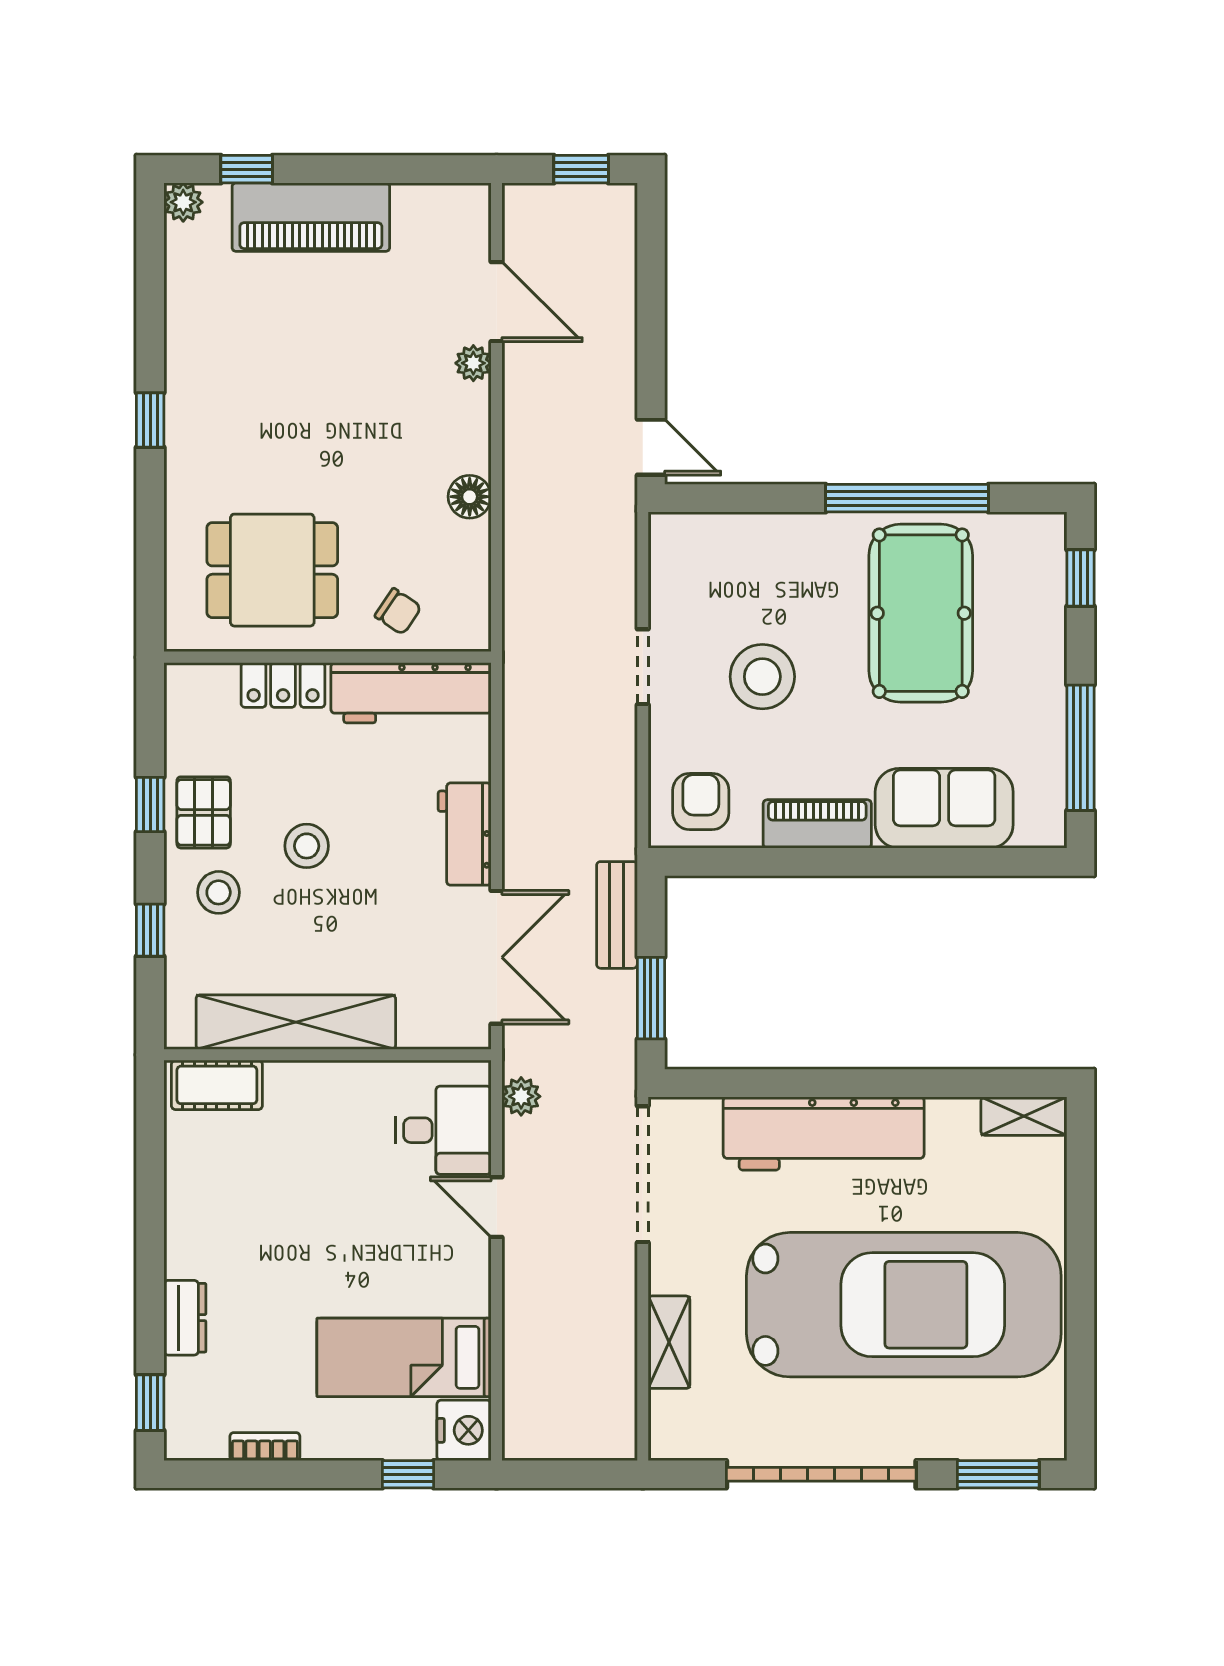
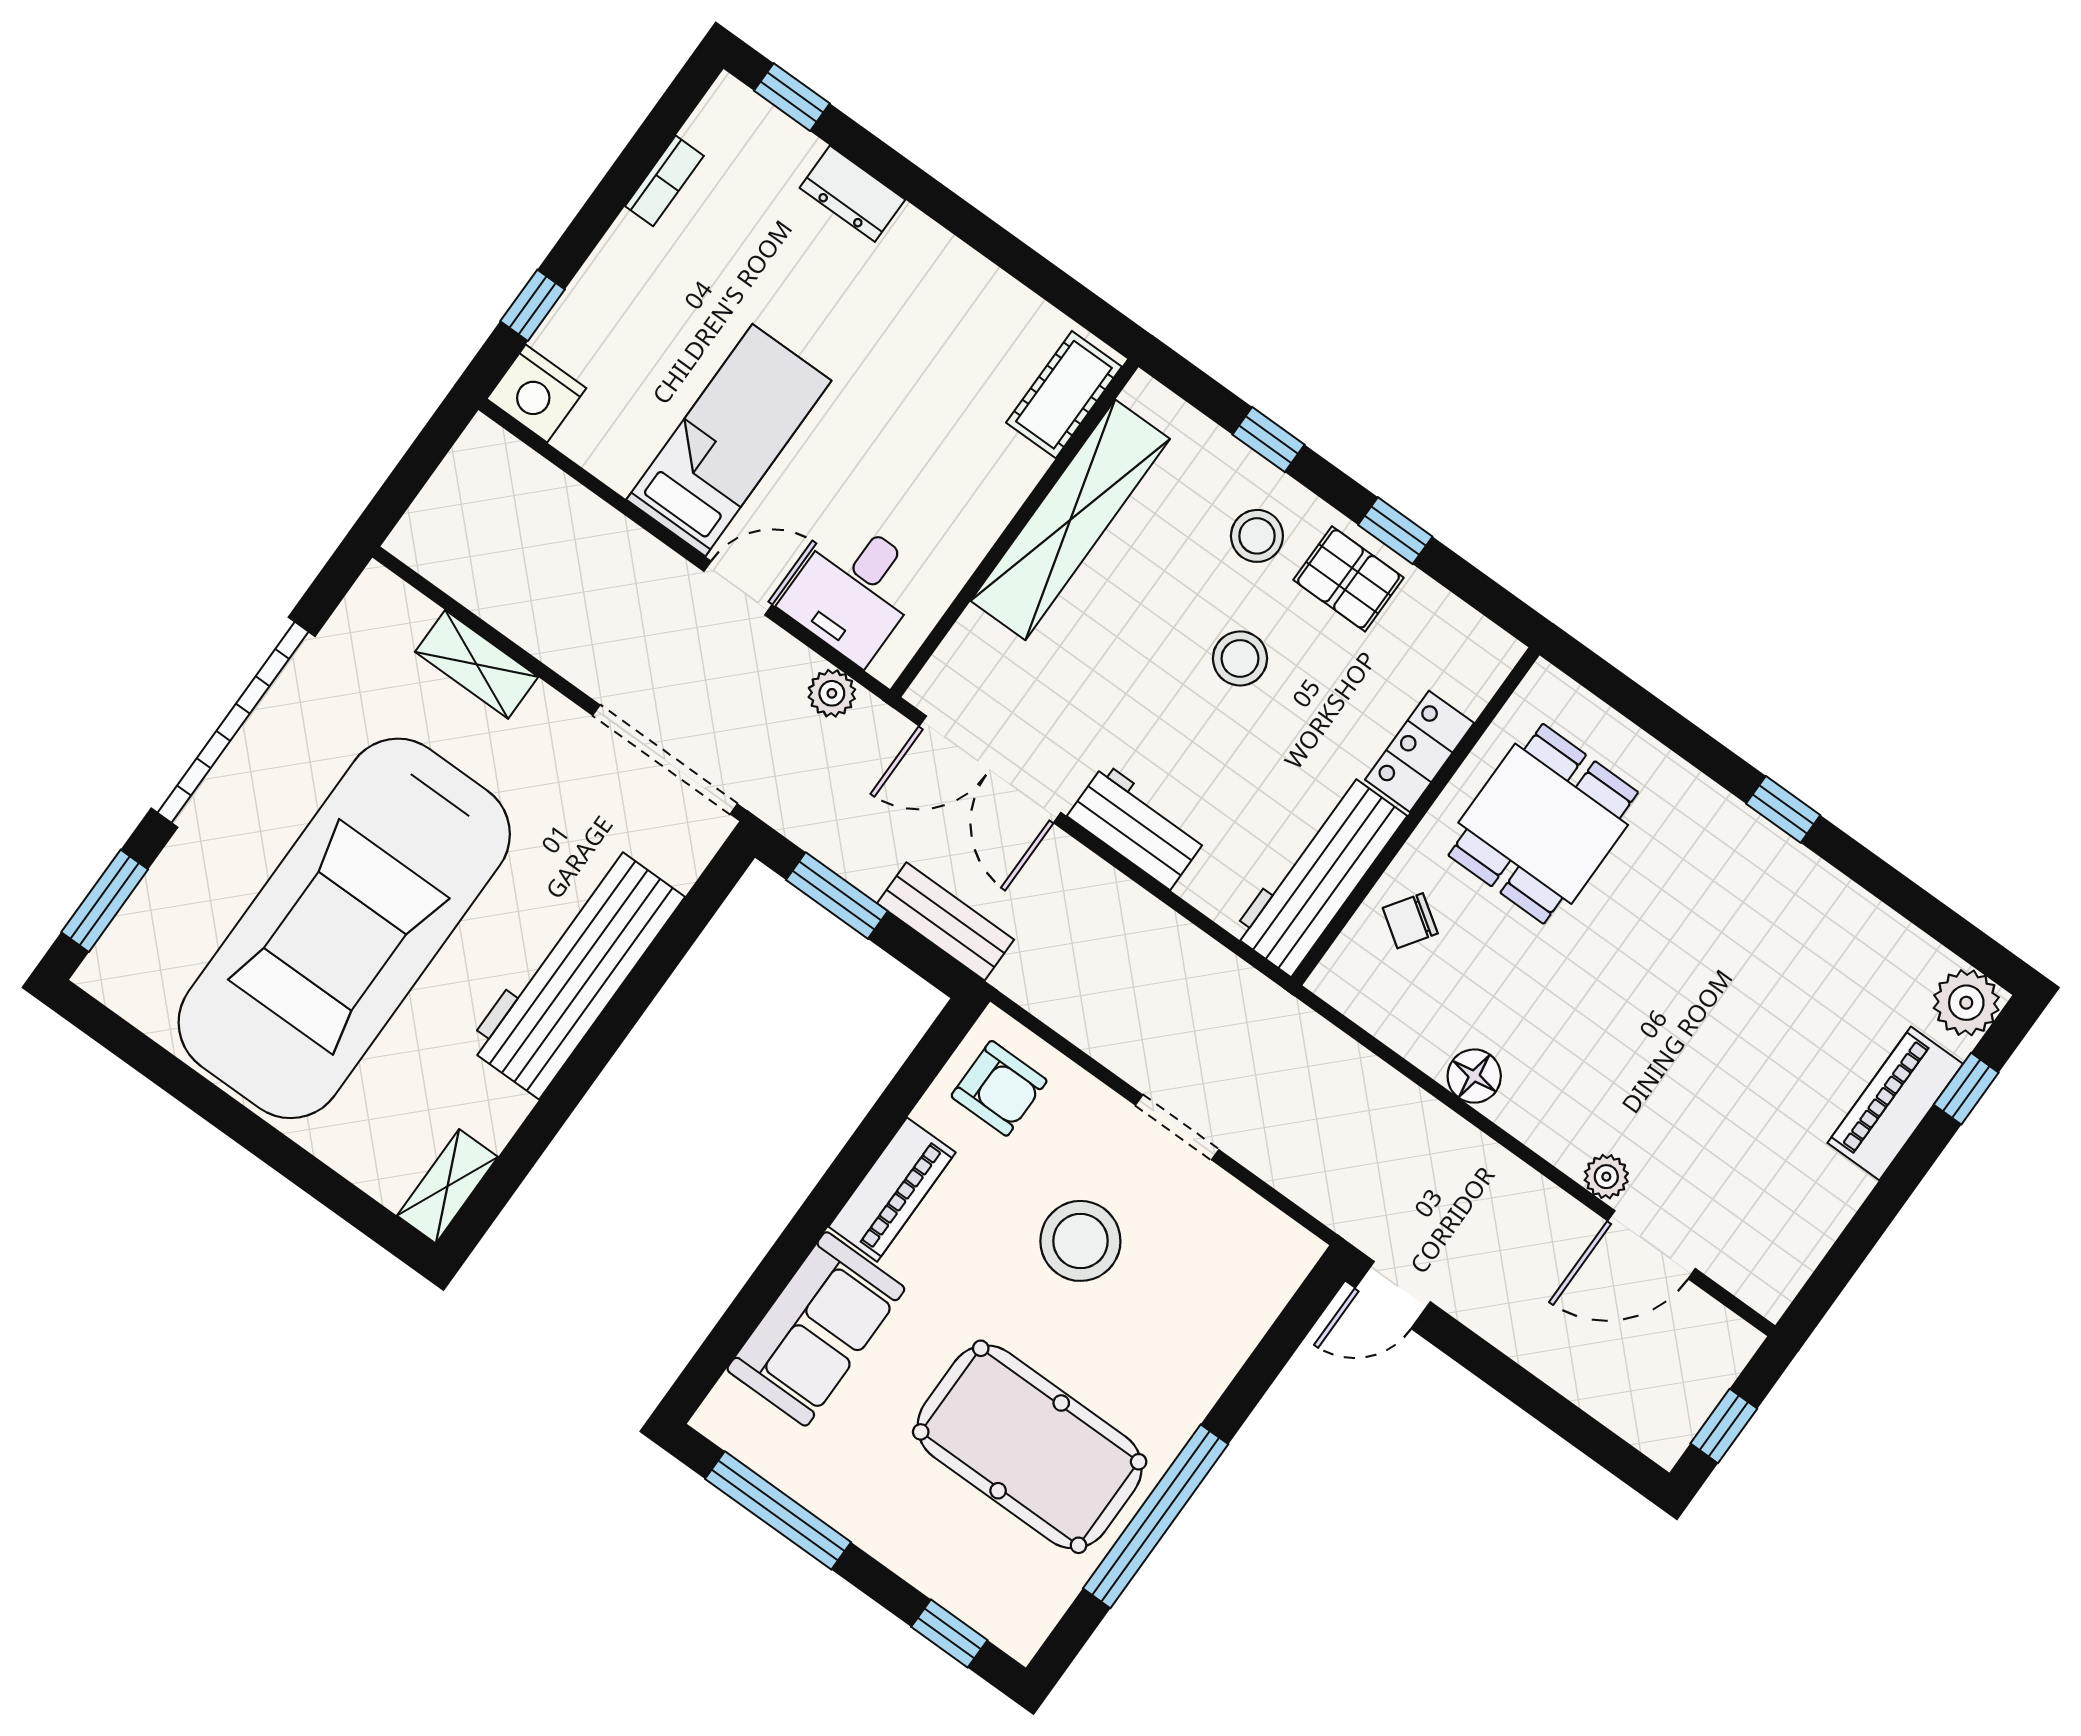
plant: (183, 202) -> (1966, 1003), width x1.38, depth x1.38
piano: (311, 217) -> (1895, 1103), width x0.73, depth x0.75
bed: (404, 1357) -> (729, 440), moved

